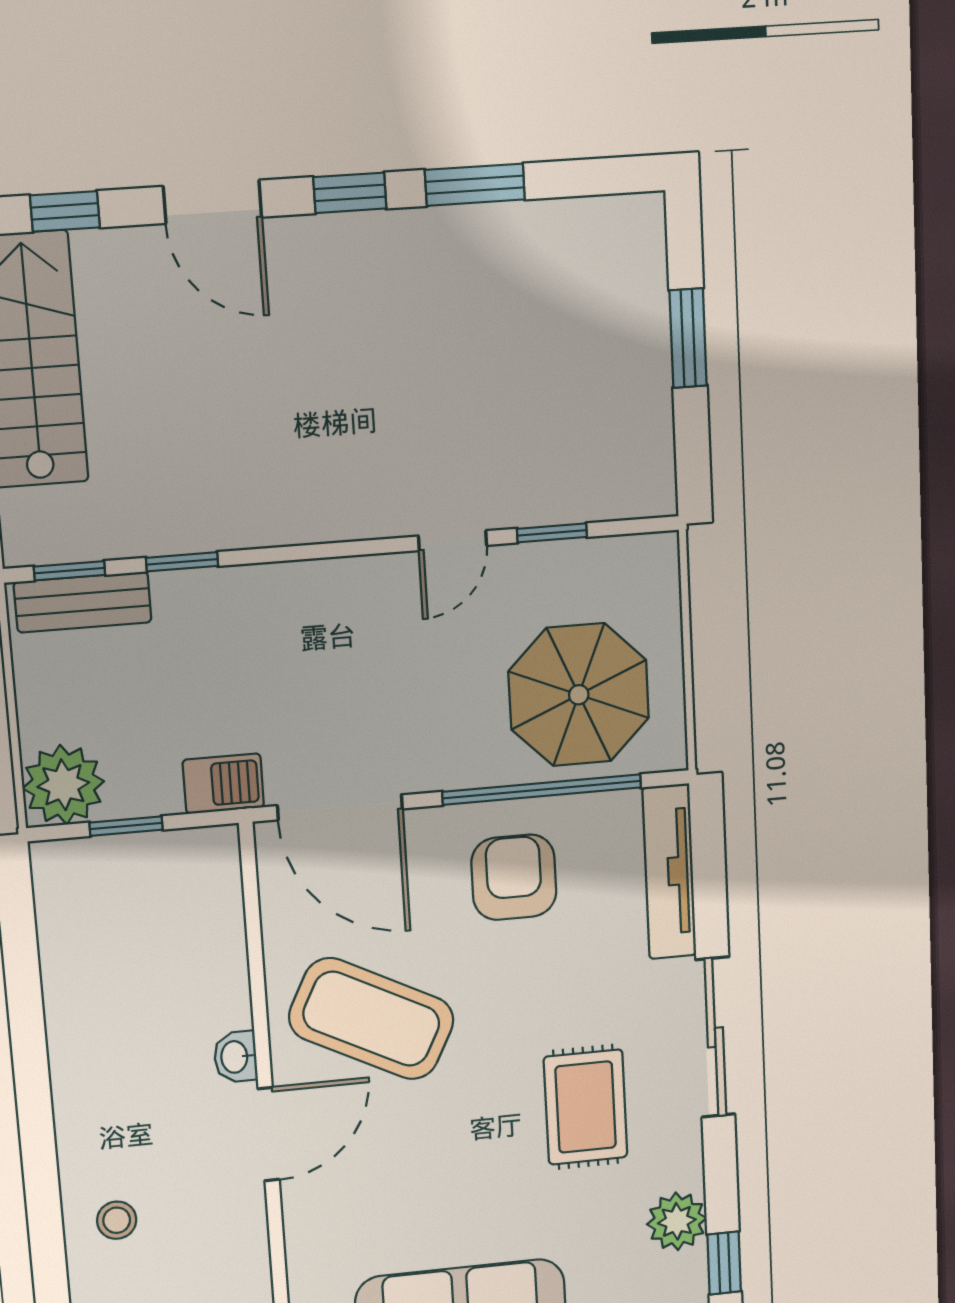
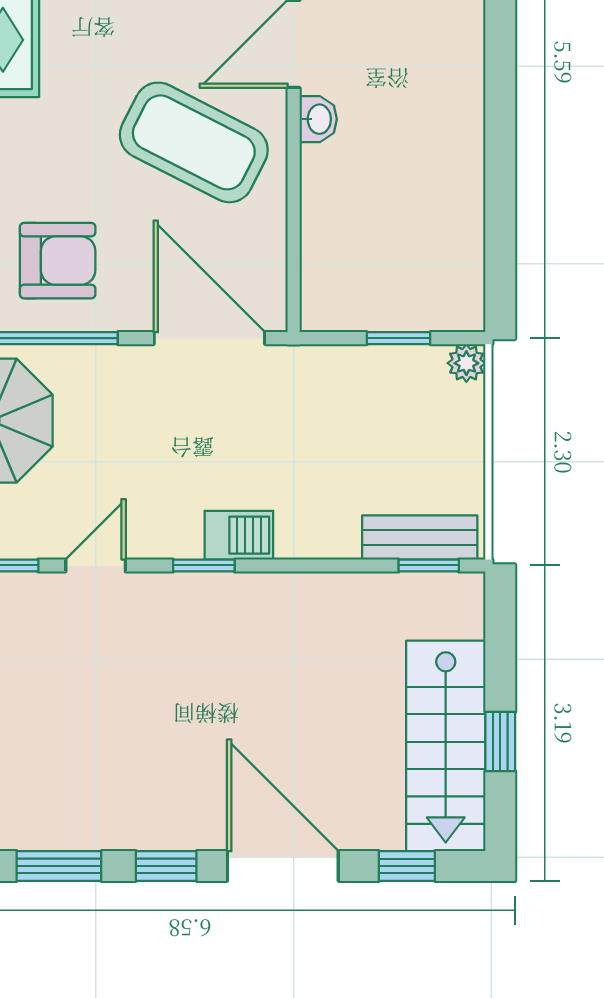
door: (213, 202) -> (283, 866), width x1.36
window: (182, 562) -> (204, 565), moved
barbecue: (223, 784) -> (239, 535), moved, turned 180
plant: (63, 785) -> (466, 363), width x0.53, depth x0.53
armchair: (514, 877) -> (58, 261), turned -90

